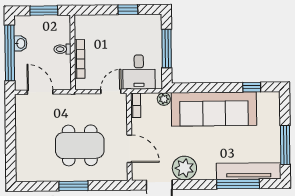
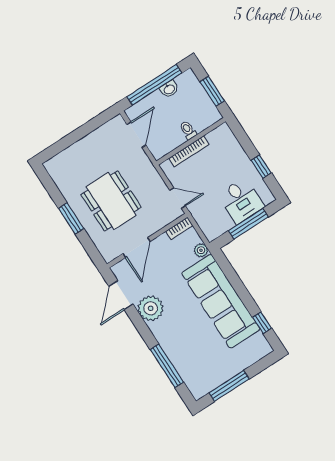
desk: (139, 72) -> (241, 201), moved, turned -90
tv unit: (249, 171) -> (185, 368), removed

